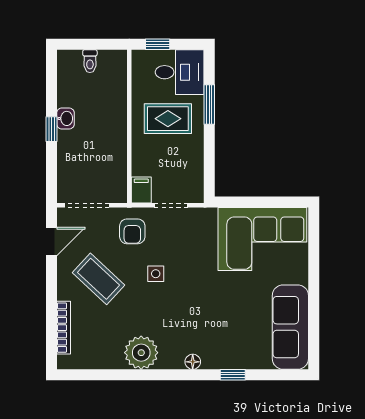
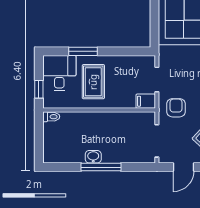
toilet: (90, 61) -> (51, 117), moved
window: (51, 129) -> (101, 167), width x2.17
armchair: (132, 231) -> (176, 108), turned -90
door: (51, 242) -> (183, 167), swing flipped

